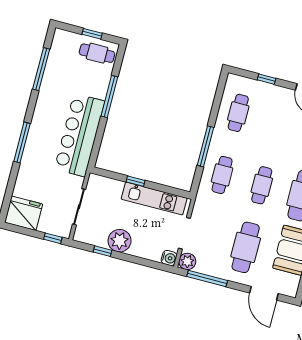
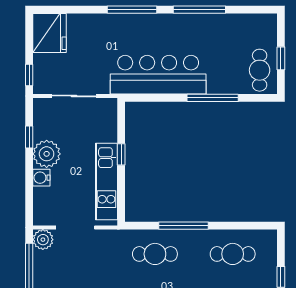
window: (41, 69) -> (199, 10), moved
water cooler: (169, 258) -> (41, 178), moved, turned 90

